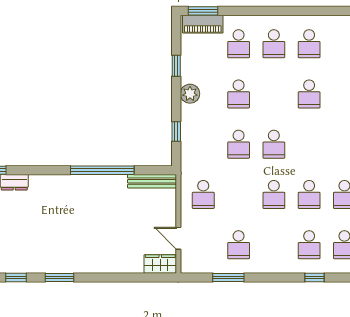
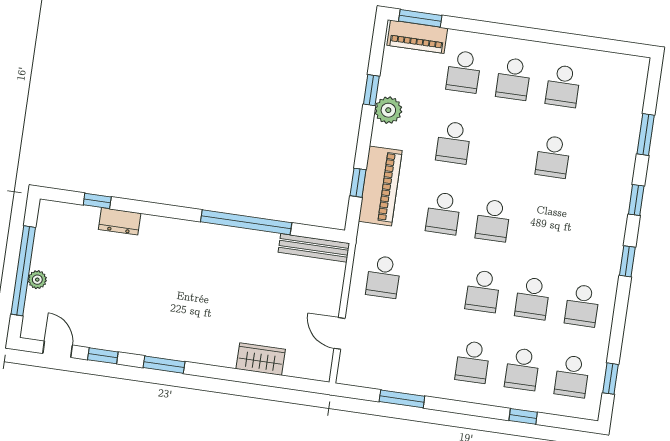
plant: (190, 94) -> (388, 110), moved
piano: (192, 131) -> (380, 186), added
school desk: (239, 245) -> (473, 362), moved
wardrobe: (160, 264) -> (261, 359), moved

